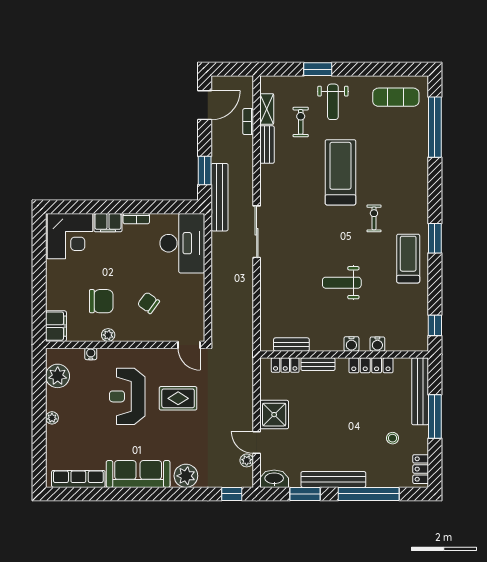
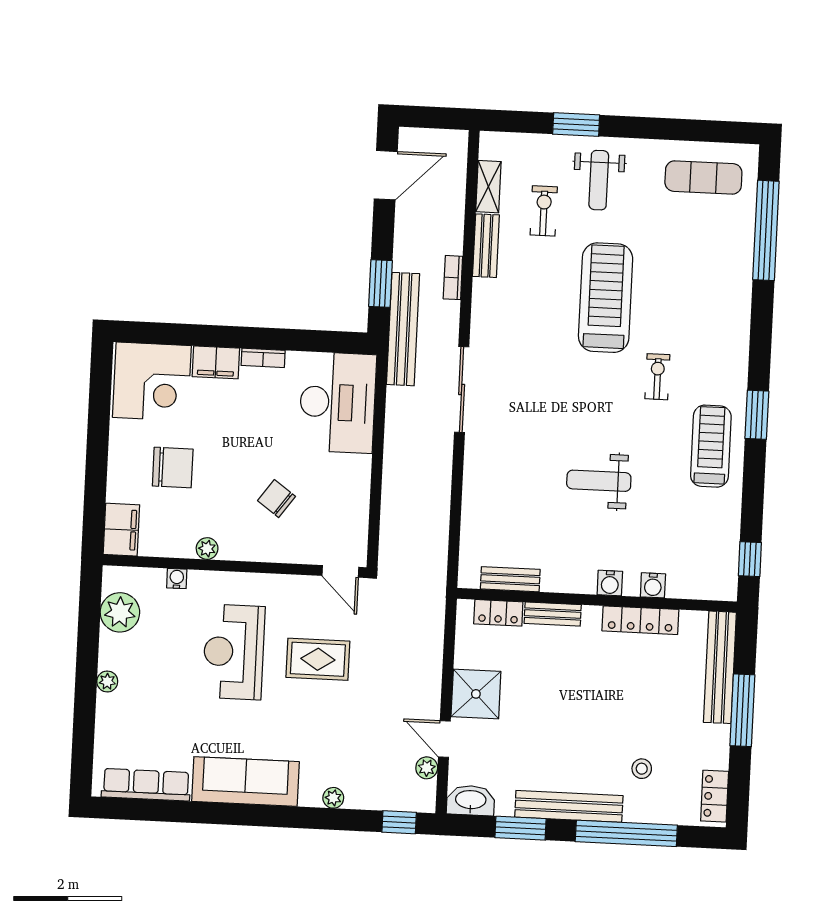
bookcase: (248, 122) -> (453, 278), moved
chair: (101, 301) -> (173, 468), moved
stool: (393, 438) -> (642, 769), moved
plant: (186, 476) -> (333, 798), width x0.53, depth x0.53

